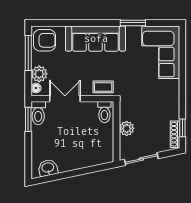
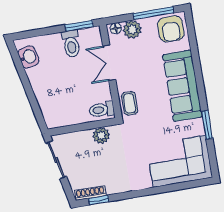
double door: (65, 99) -> (109, 63), swing flipped
toilet: (38, 113) -> (71, 44), moved, turned -90
plant: (127, 128) -> (101, 135), moved

